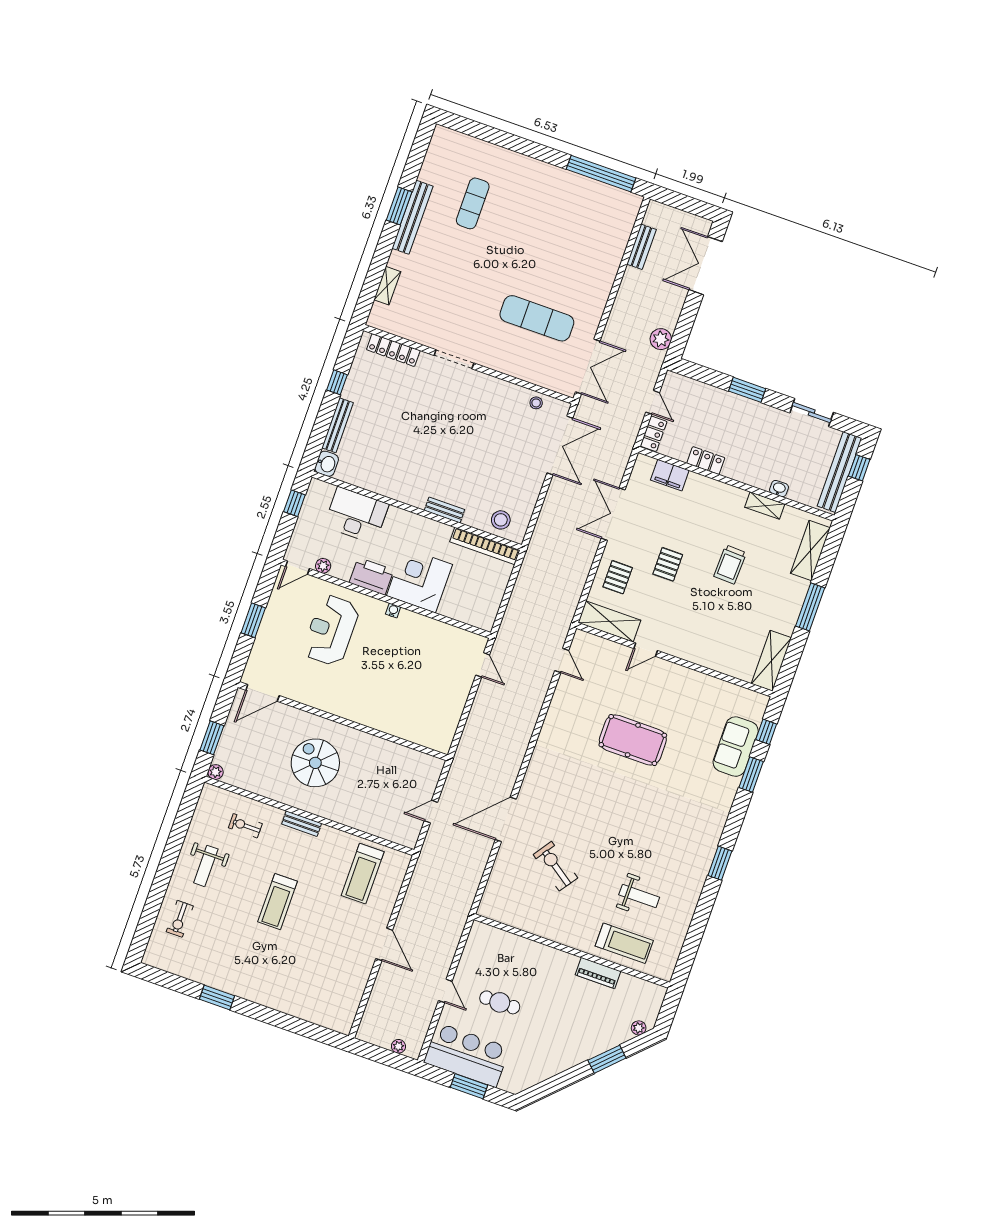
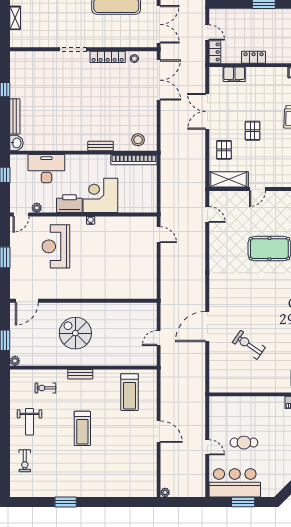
locker: (393, 350) -> (108, 57), moved
plant: (398, 1046) -> (165, 492), moved

